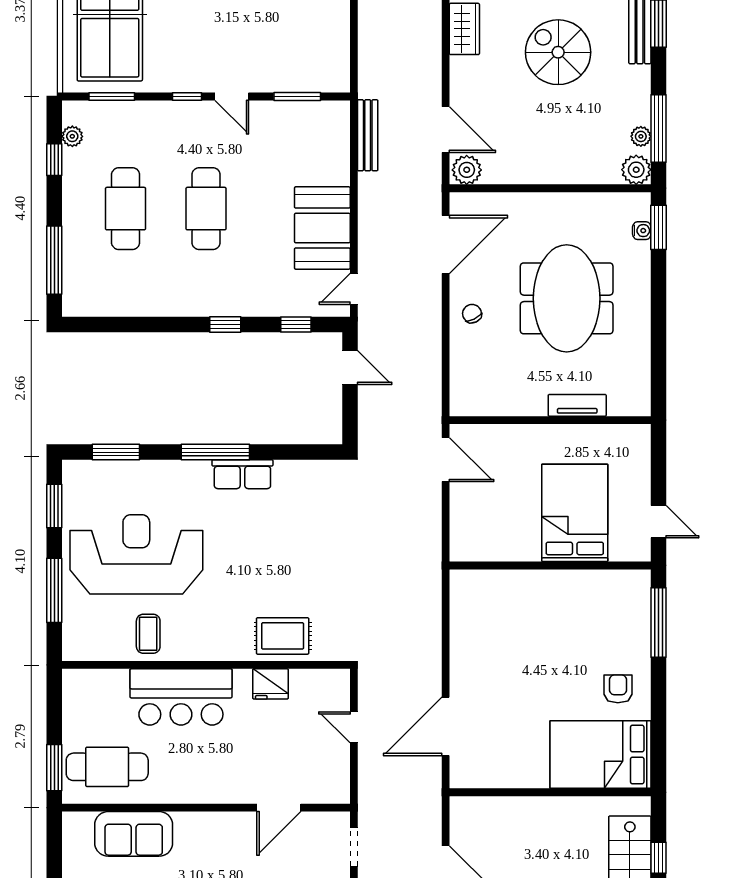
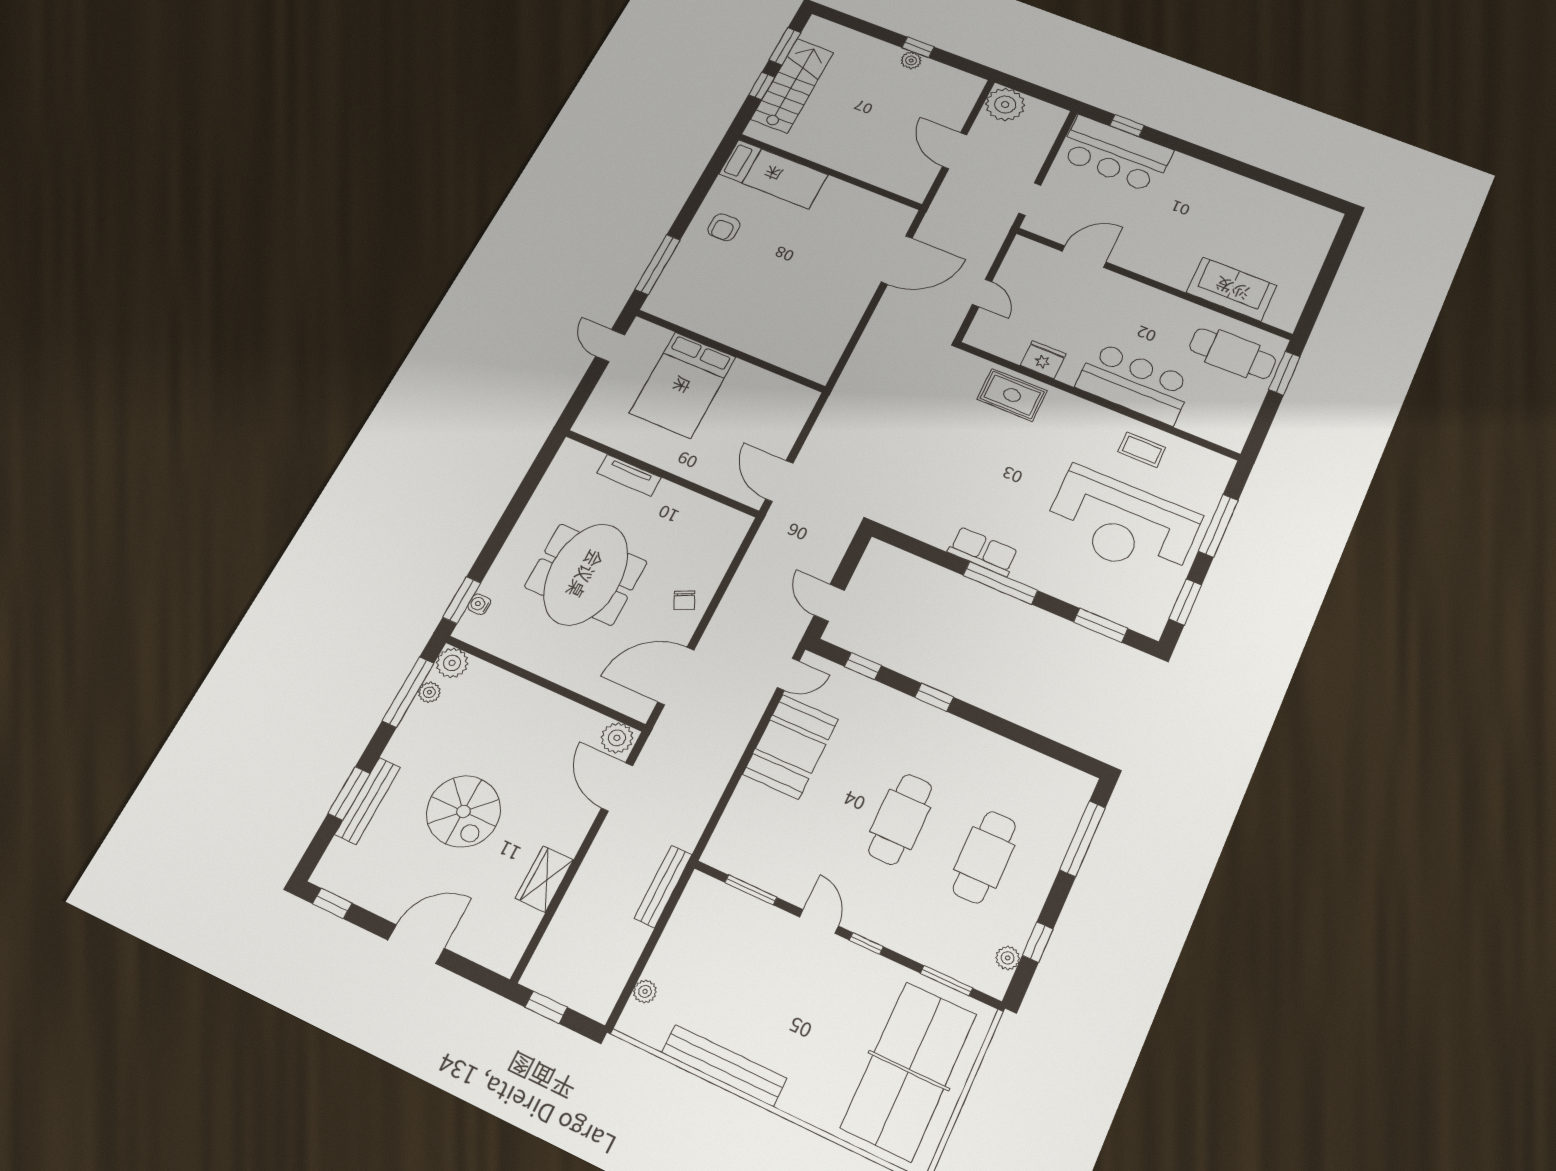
bench: (368, 135) -> (663, 886), moved
coffee table: (148, 634) -> (1142, 450), turned 90
bed: (600, 755) -> (773, 174), width x0.67

